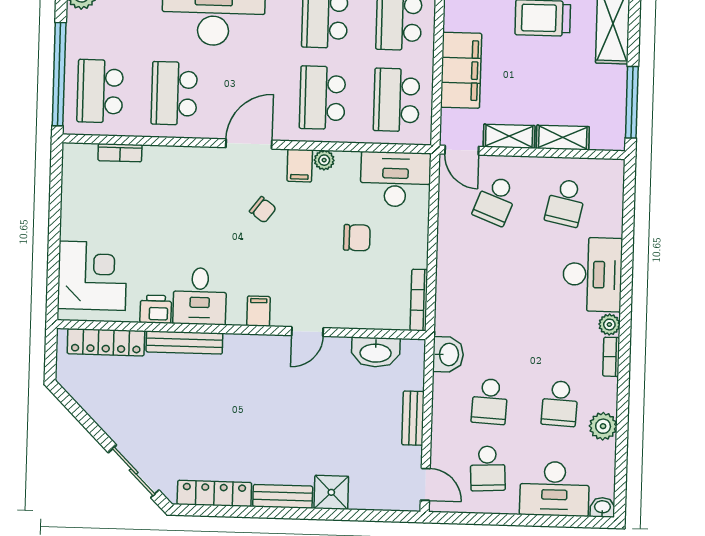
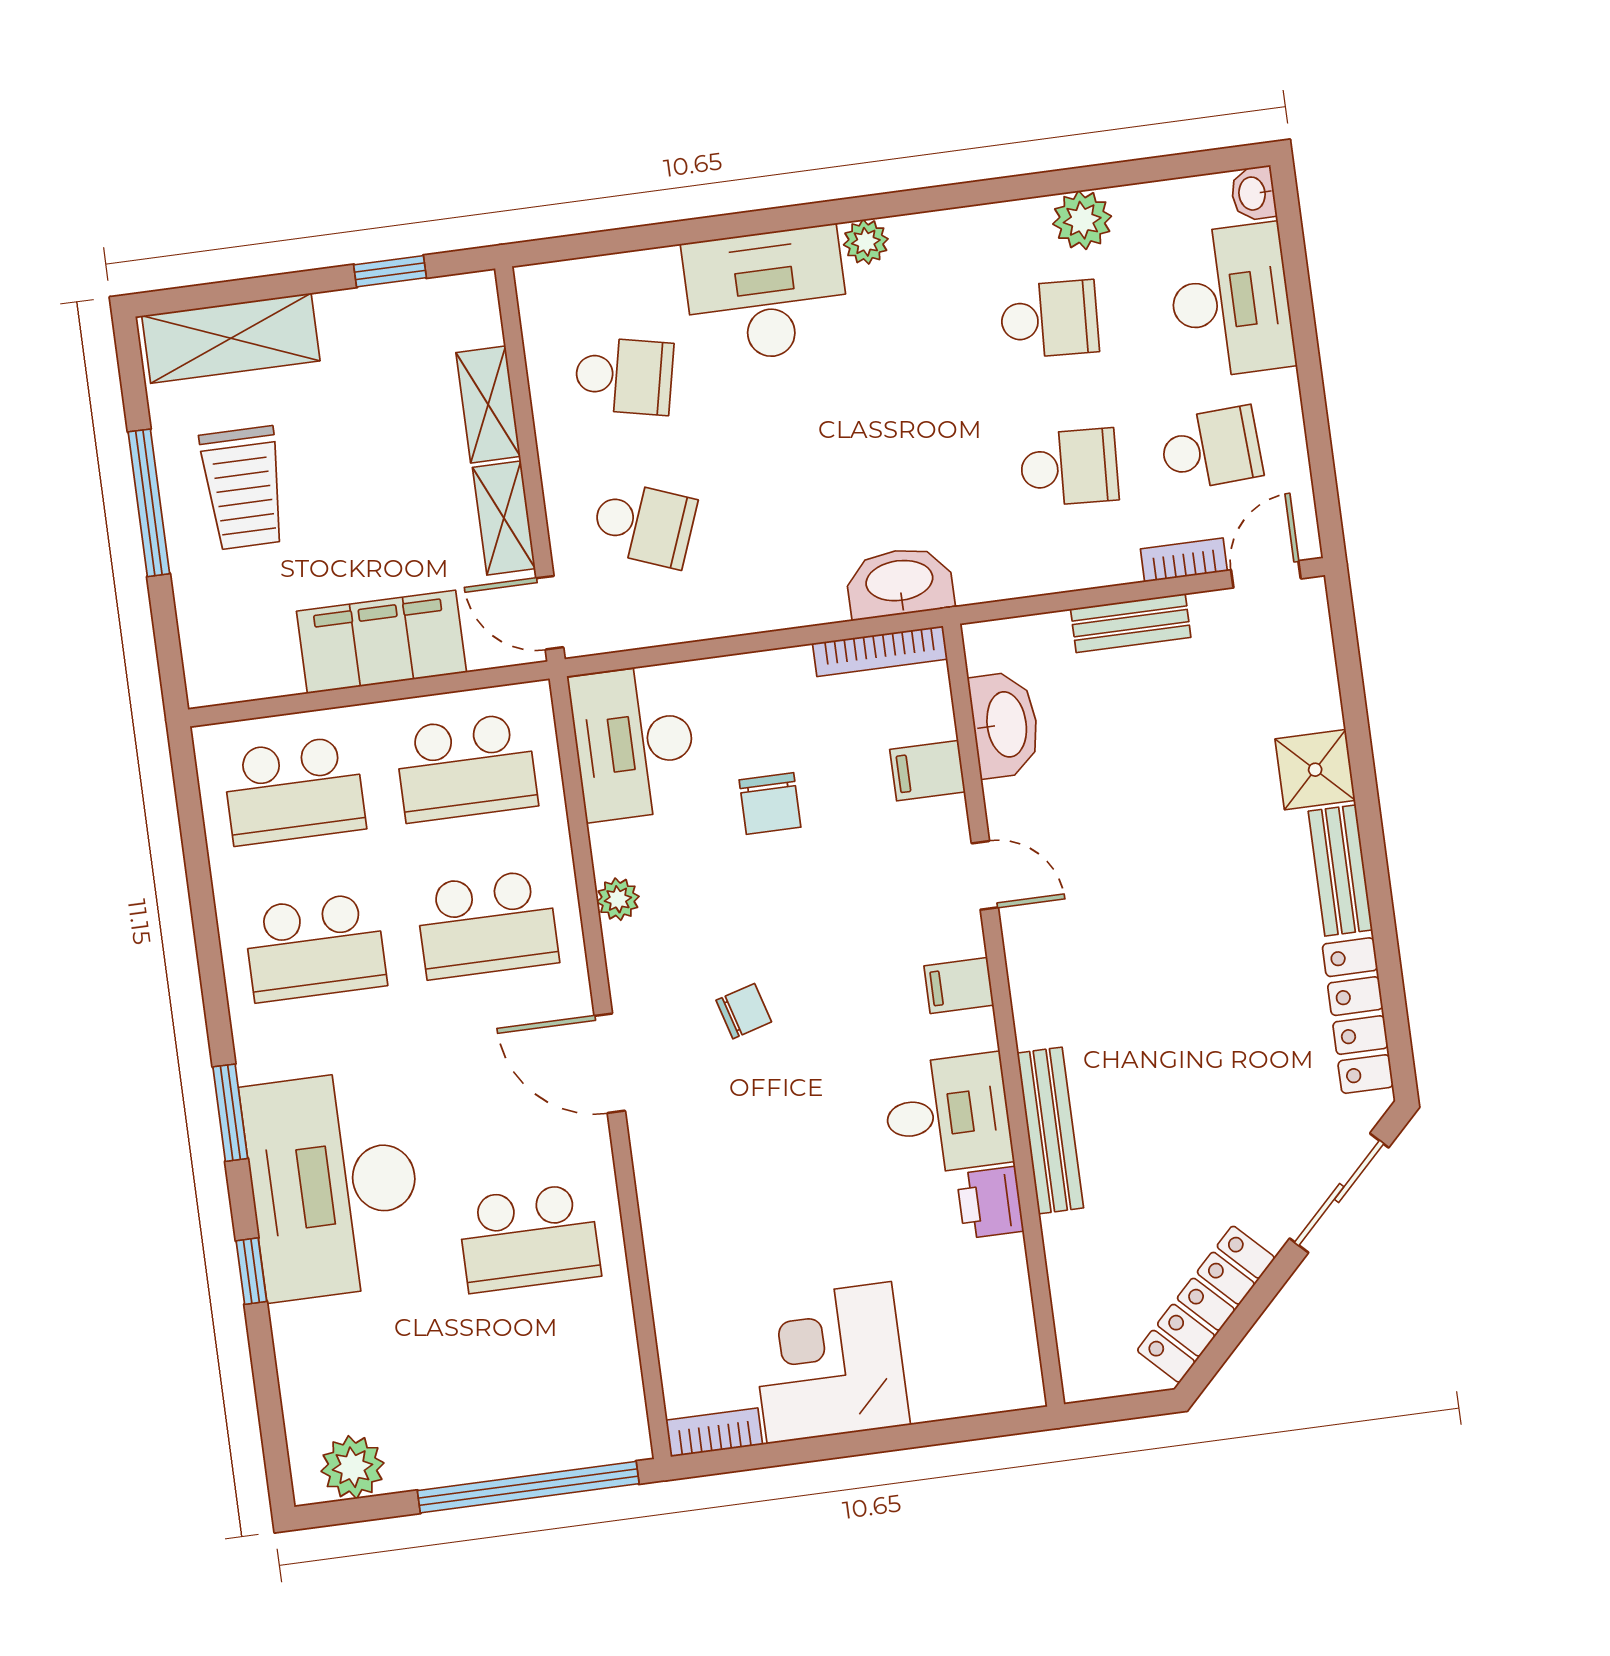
school desk: (100, 91) -> (550, 1395), removed
window: (632, 102) -> (390, 271), width x0.46
door: (462, 150) -> (550, 613), swing flipped
bookcase: (120, 153) -> (714, 1432), moved, turned -90
filing cabinet: (300, 166) -> (927, 771), moved, turned 180
chair: (263, 210) -> (744, 1011), turned 37
chair: (357, 238) -> (770, 803), turned 180
corner desk: (92, 276) -> (829, 1363), moved
locker: (106, 342) -> (1206, 1304), moved, turned -135
washbasin: (448, 354) -> (900, 582), moved, width x1.38
bookcase: (611, 357) -> (1184, 560), moved, turned 180

